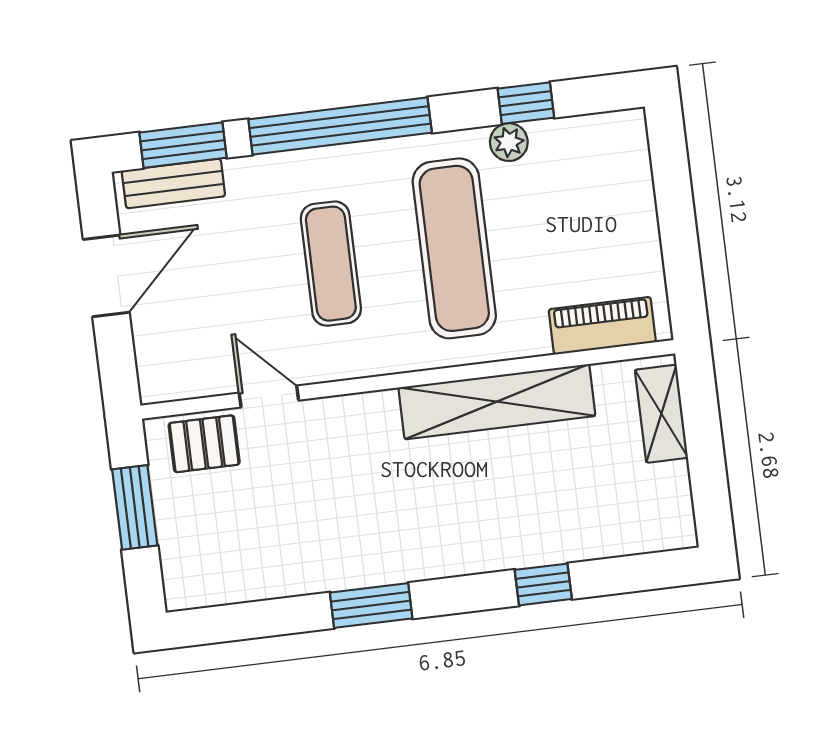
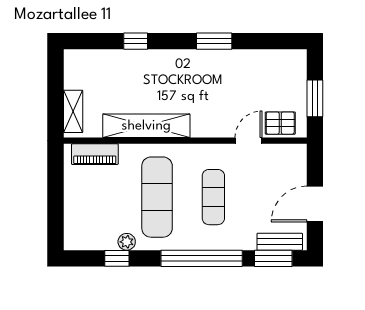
door: (269, 397) -> (249, 141), swing flipped

